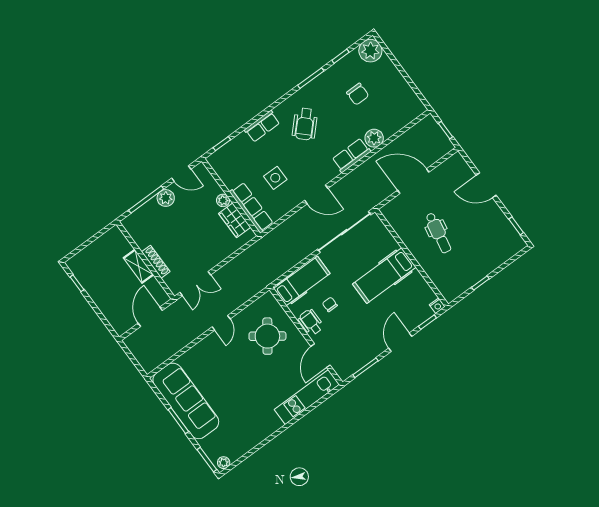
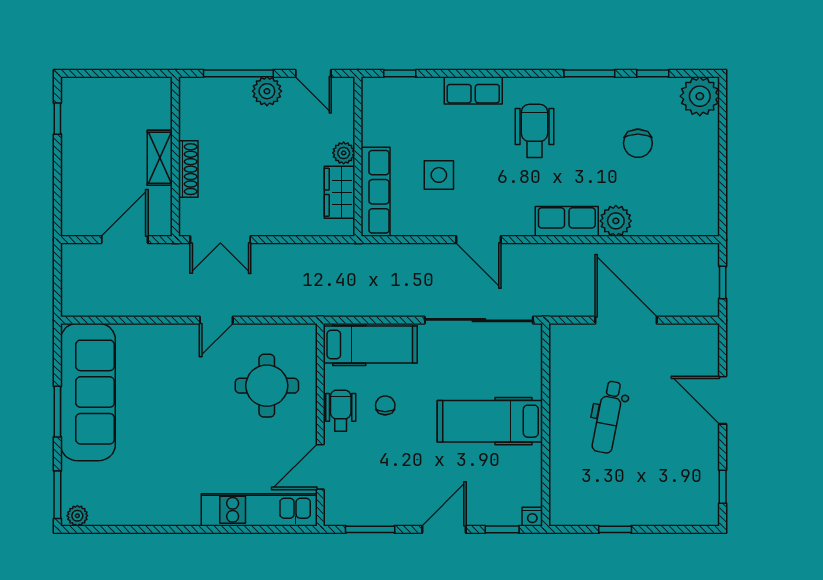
wheelchair: (305, 124) -> (535, 131), turned 136
round table: (267, 336) -> (267, 386), turned -36

